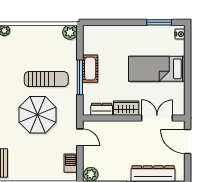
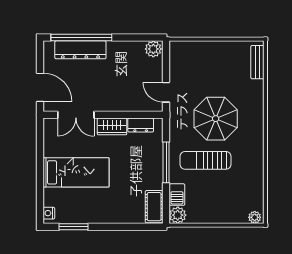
cot: (90, 69) -> (154, 207), moved
barbecue: (71, 163) -> (177, 195), moved

